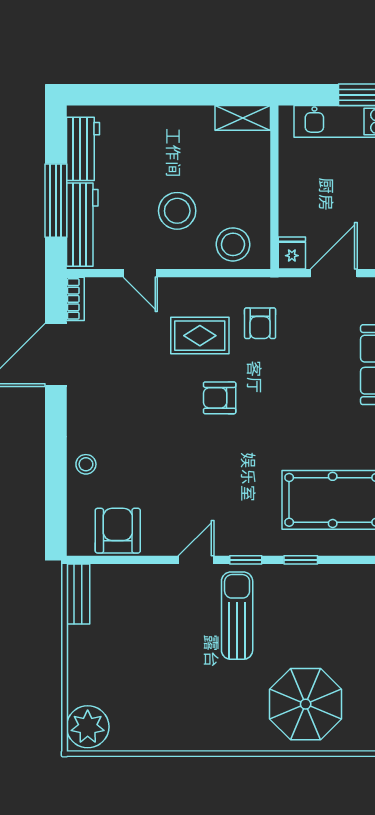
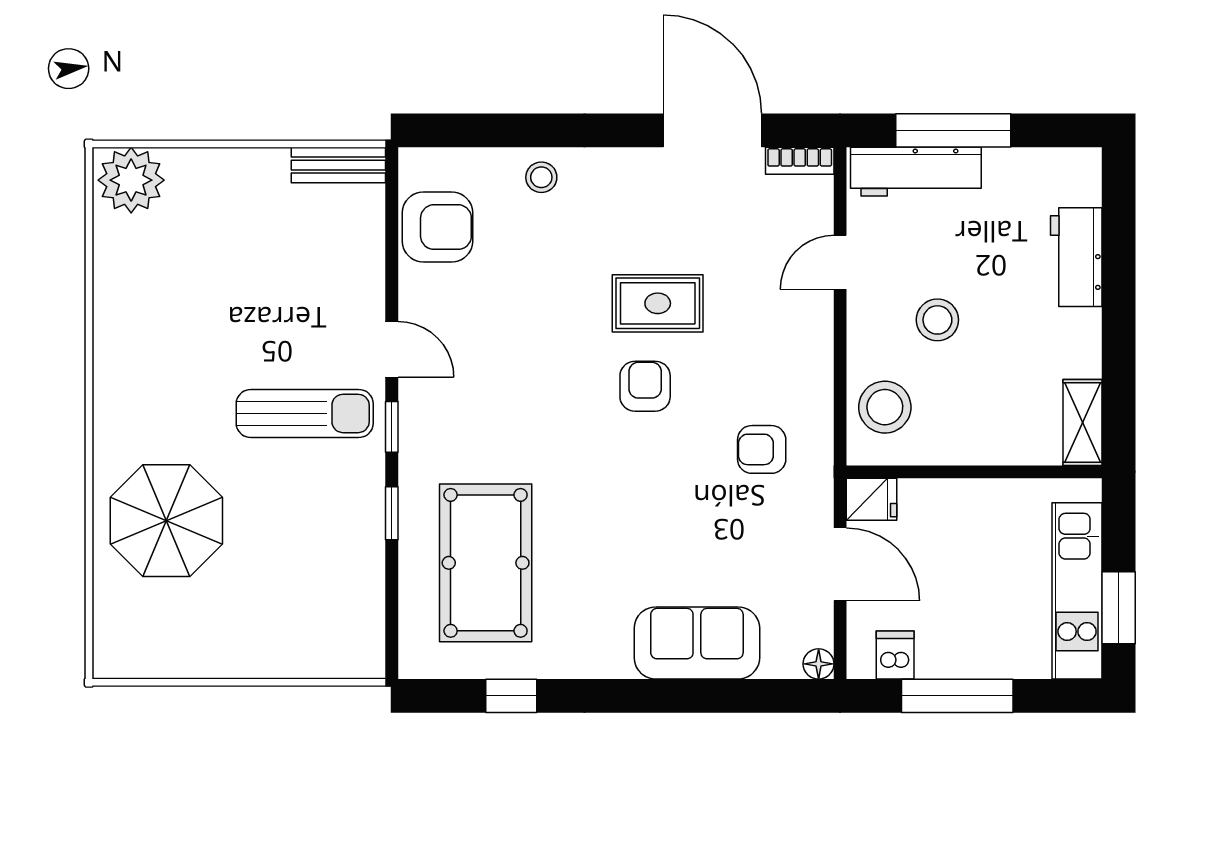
workbench: (83, 149) -> (1076, 257), moved, turned 90
stool: (177, 211) -> (937, 320), width x0.73, depth x0.73
rug: (200, 336) -> (658, 303), moved, turned 90

